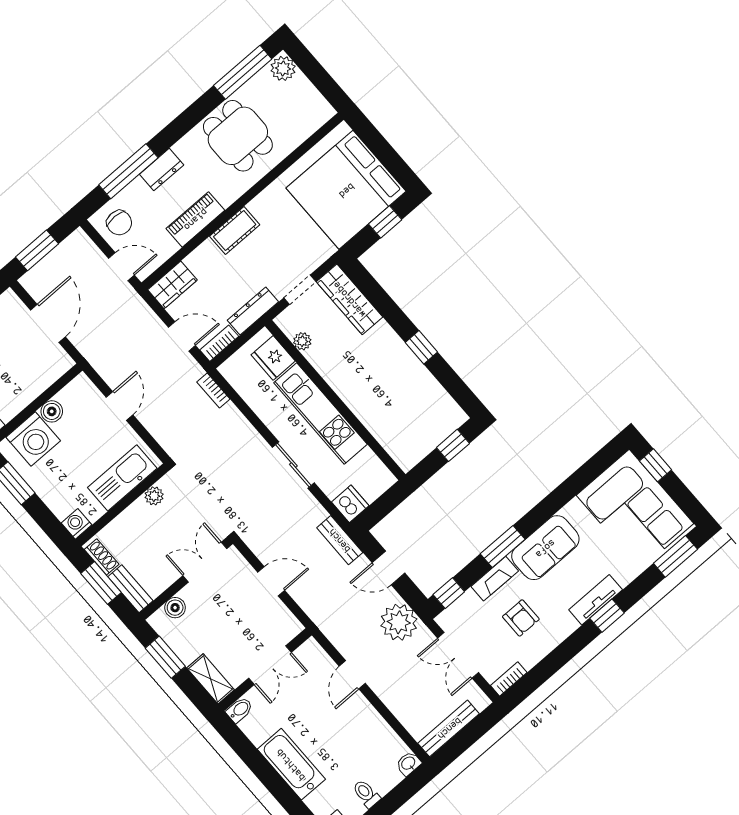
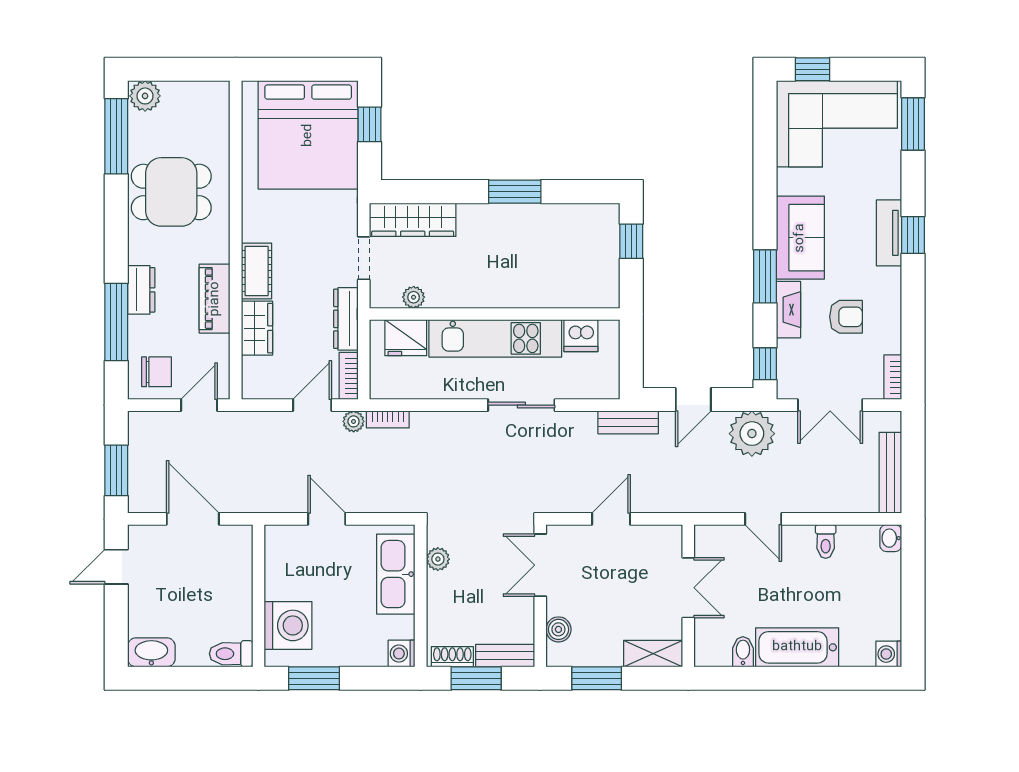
wardrobe: (172, 285) -> (257, 328), moved
window: (421, 347) -> (515, 192), width x1.50
plant: (194, 370) -> (354, 421), added
boiler: (52, 411) -> (277, 586), removed
dishwasher: (350, 504) -> (581, 336), moved, turned 180
bidet: (240, 710) -> (743, 652), moved
toilet: (366, 794) -> (826, 541), moved, turned -90

